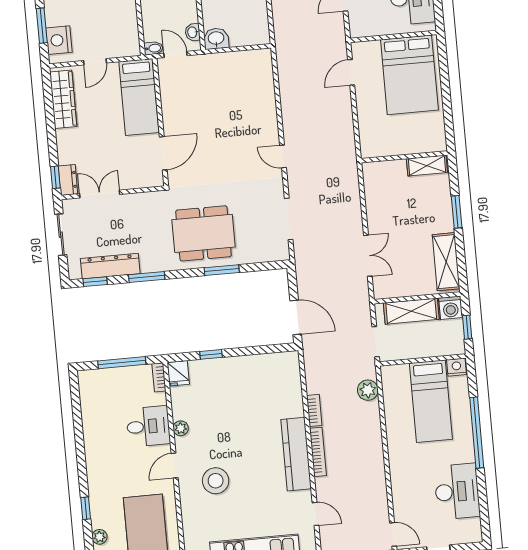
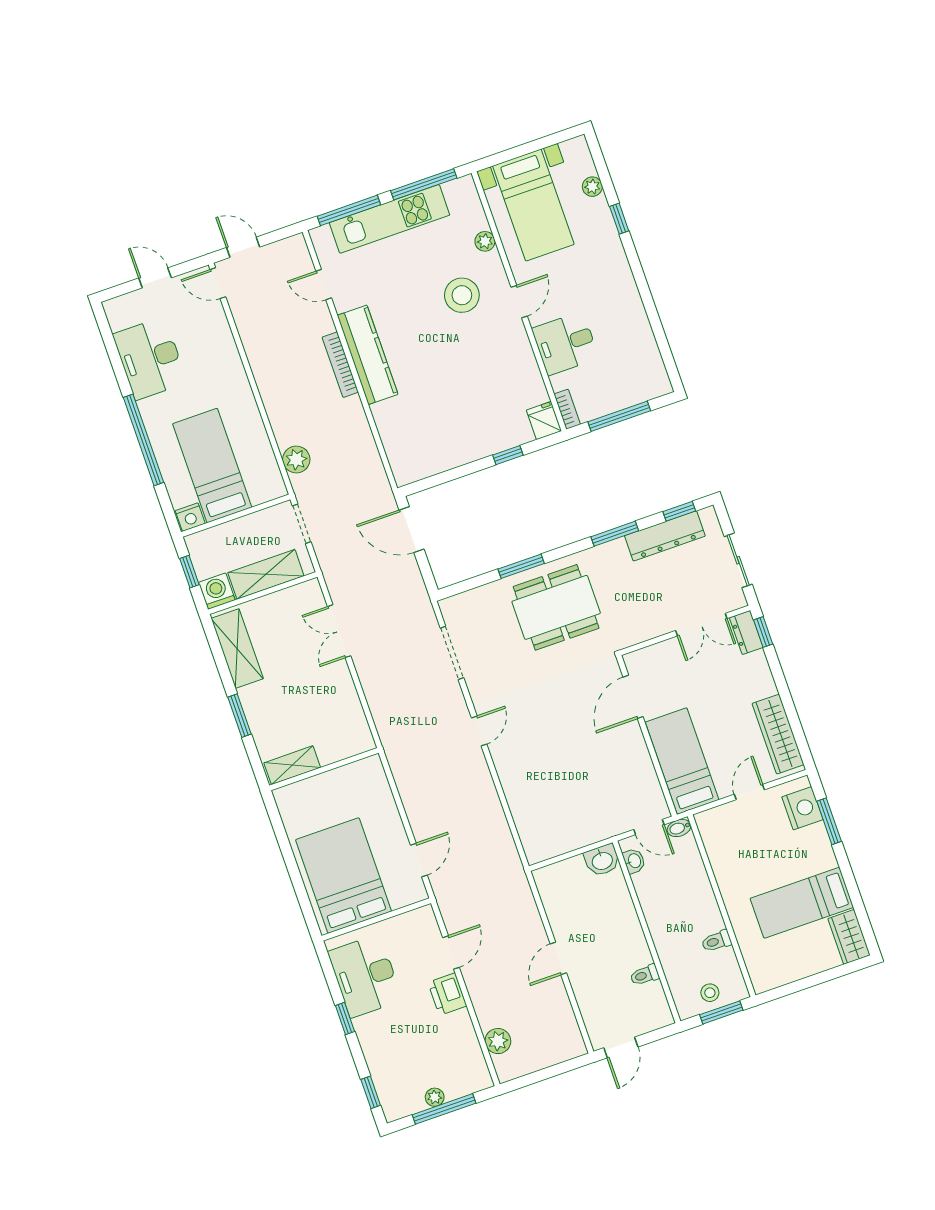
door: (283, 157) -> (479, 731), hinge flipped
bookcase: (314, 410) -> (358, 416), removed
plant: (181, 428) -> (485, 241), moved

